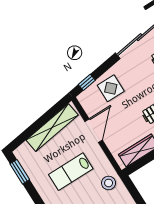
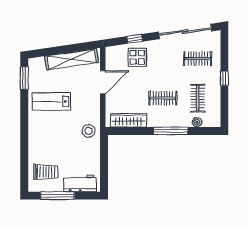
window: (87, 82) -> (135, 39), moved
lab bench: (71, 172) -> (51, 101), moved

